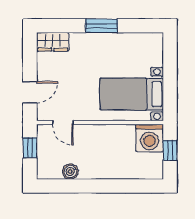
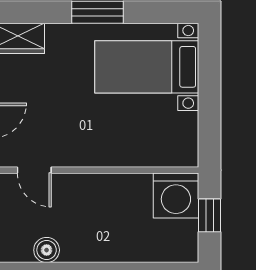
bed with nightstands: (132, 94) -> (147, 67), moved

